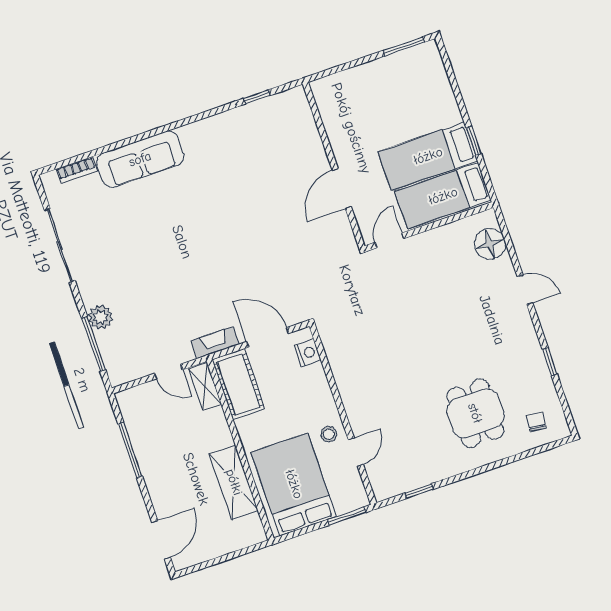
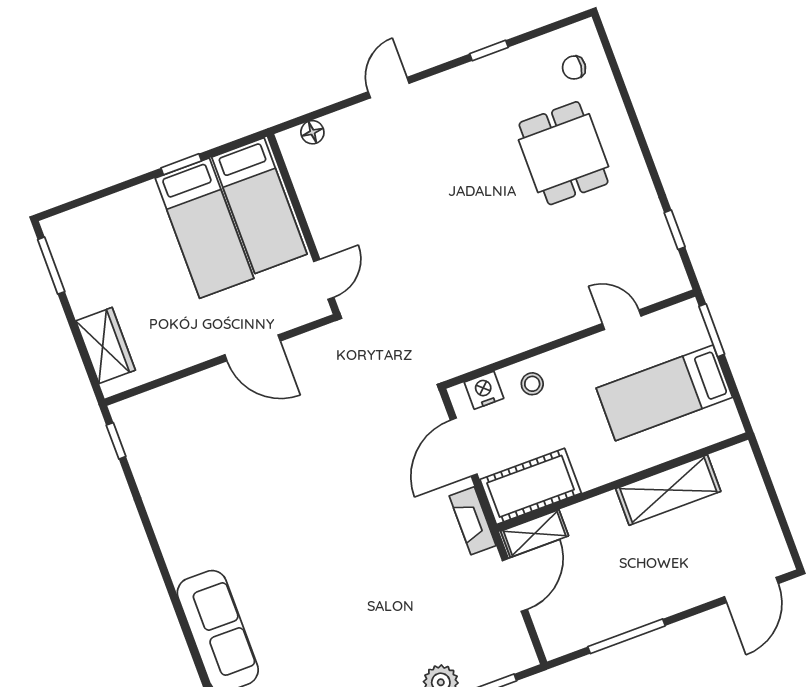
wardrobe: (346, 84) -> (106, 345), added
window: (257, 97) -> (116, 441), moved
door: (389, 240) -> (324, 279), swing flipped
floor lamp: (490, 244) -> (312, 132), width x0.53, depth x0.53
door: (169, 372) -> (515, 585), width x1.38
dining table: (475, 413) -> (564, 153), turned 90
stool: (329, 434) -> (532, 384), moved
bed: (294, 484) -> (664, 393), width x0.67
door: (161, 540) -> (751, 590), swing flipped

